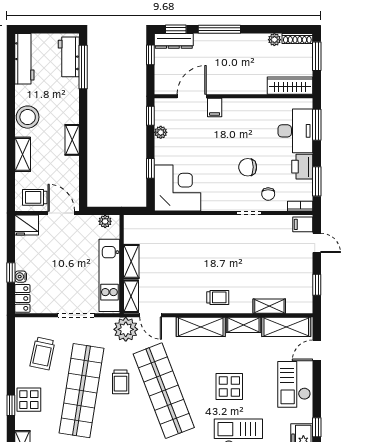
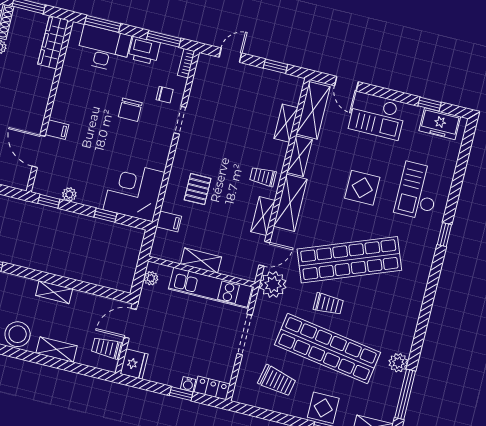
trolley: (35, 197) -> (106, 348), turned 90
filing cabinet: (303, 224) -> (169, 221), moved, turned -90
pallet: (193, 243) -> (198, 189), added
shelving: (131, 296) -> (263, 216), moved, turned 90
trolley: (218, 297) -> (263, 177), turned -90

